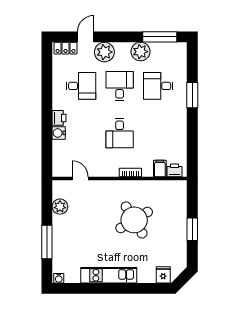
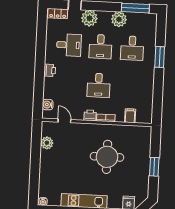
desk: (120, 86) -> (100, 47), turned 180
desk: (158, 86) -> (132, 48), turned -90
water cooler: (59, 133) -> (48, 105), moved
printer: (174, 170) -> (90, 115), moved
round table: (134, 220) -> (107, 157), turned 31
window: (47, 242) -> (35, 171), removed

